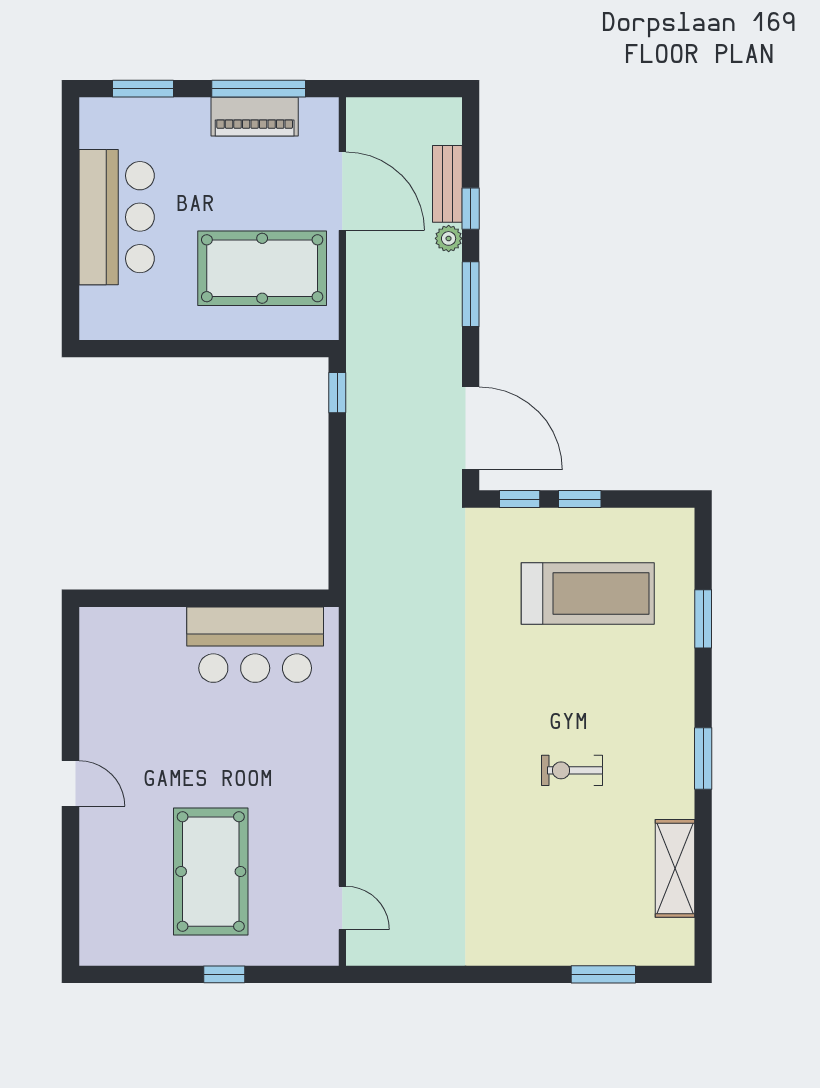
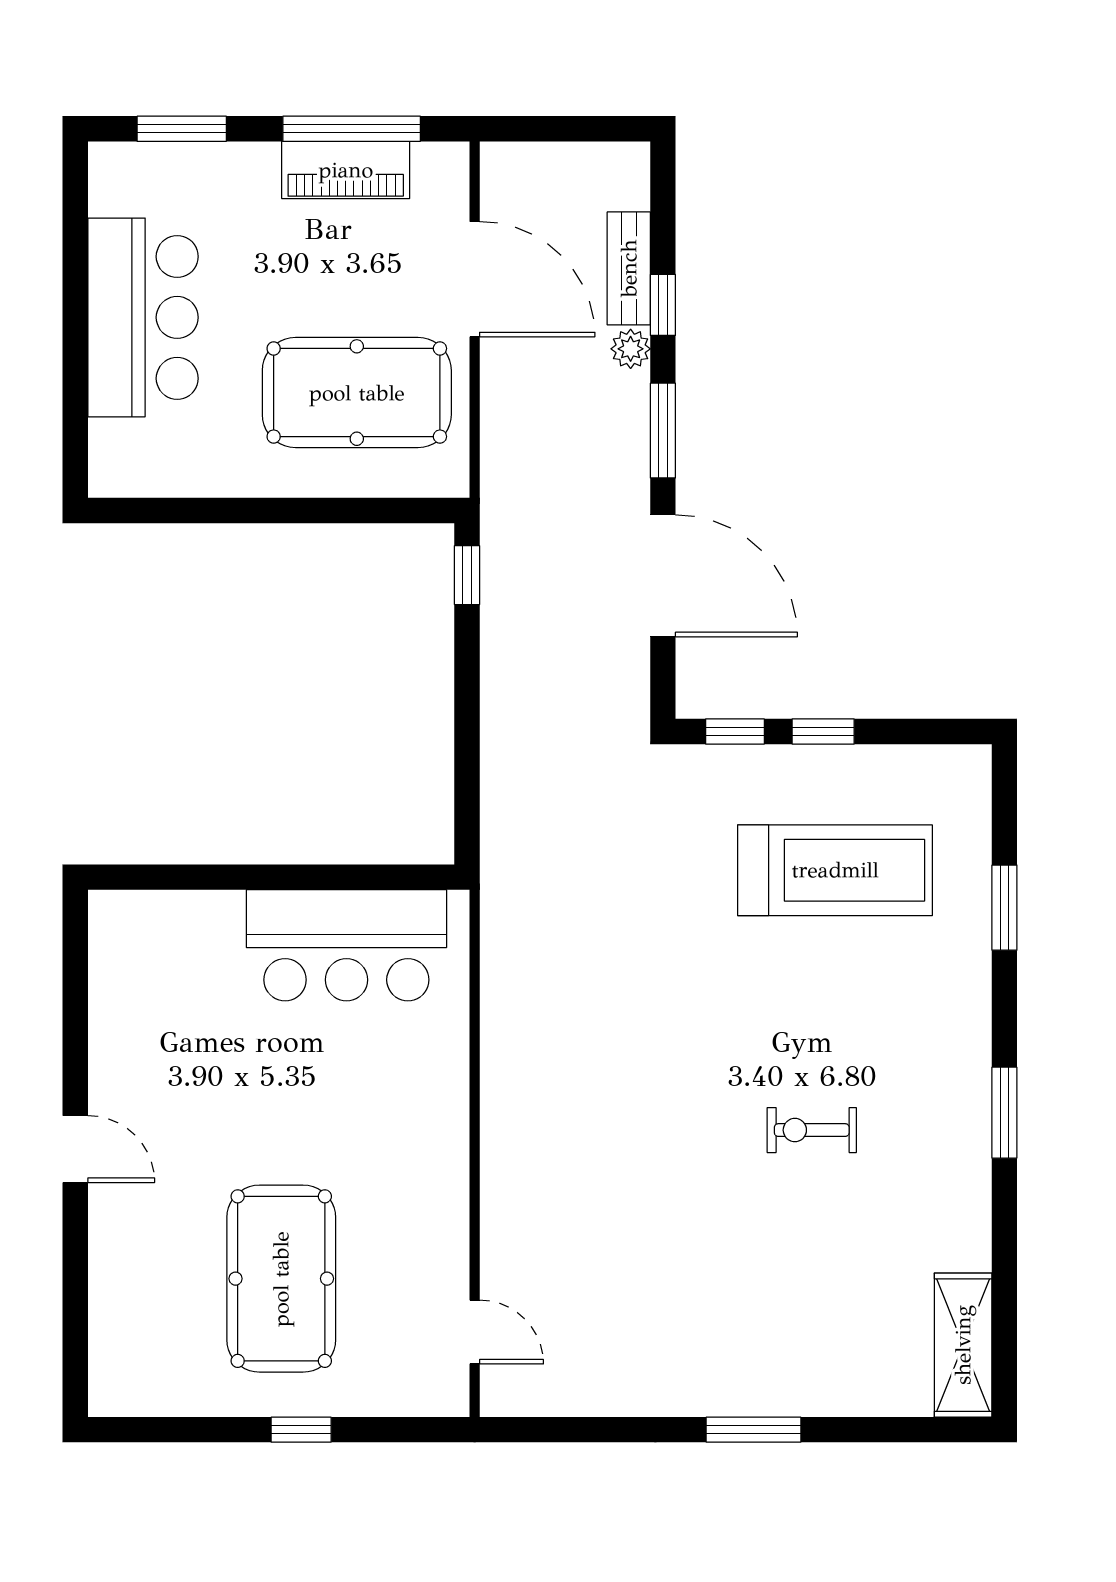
door: (471, 428) -> (663, 576), moved
shelving: (675, 868) -> (963, 1345), moved
window: (603, 974) -> (753, 1430), moved

